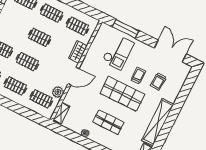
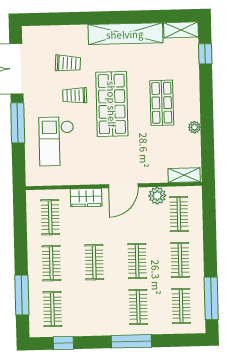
window: (126, 29) -> (18, 123), moved
checkout: (118, 52) -> (57, 141), turned -90
door: (73, 76) -> (123, 186), swing flipped

